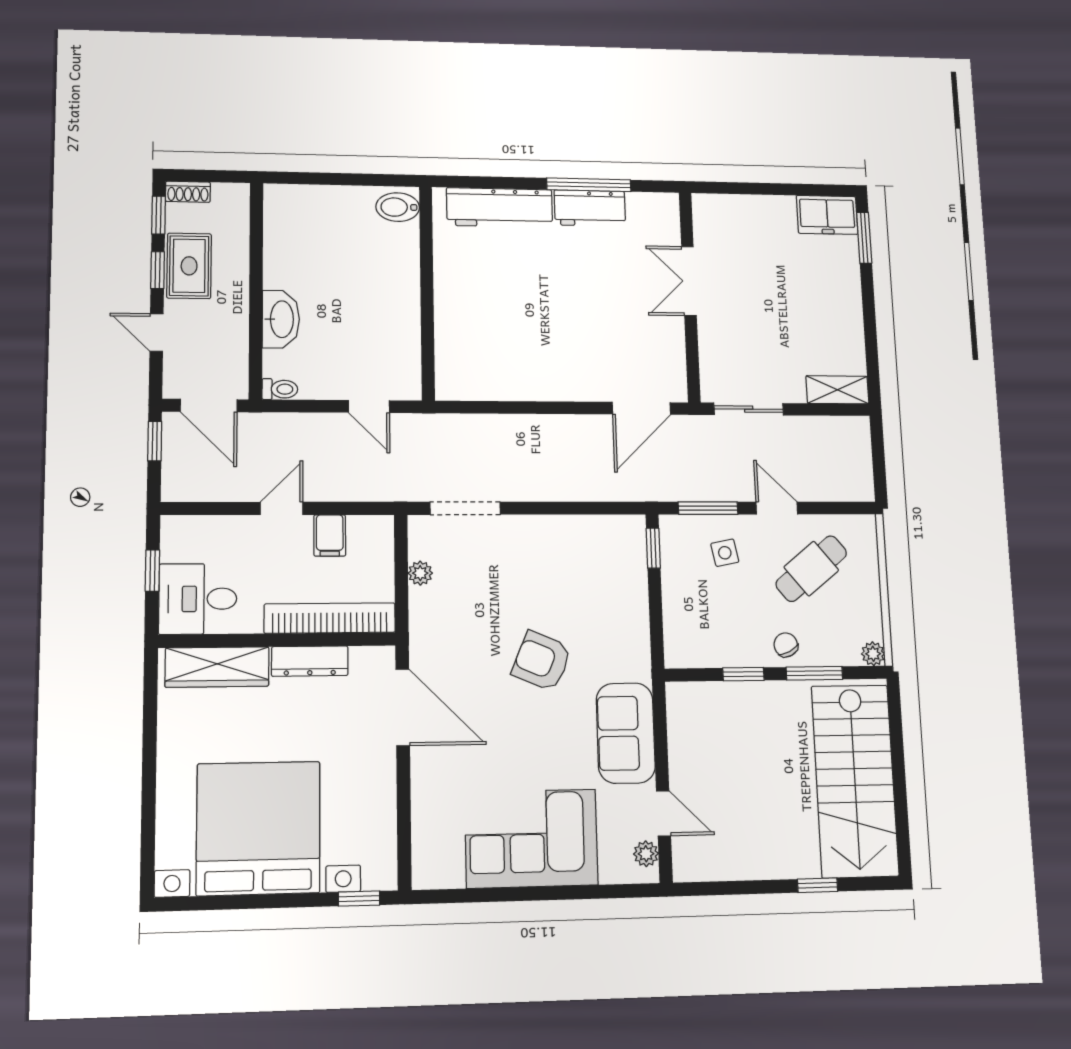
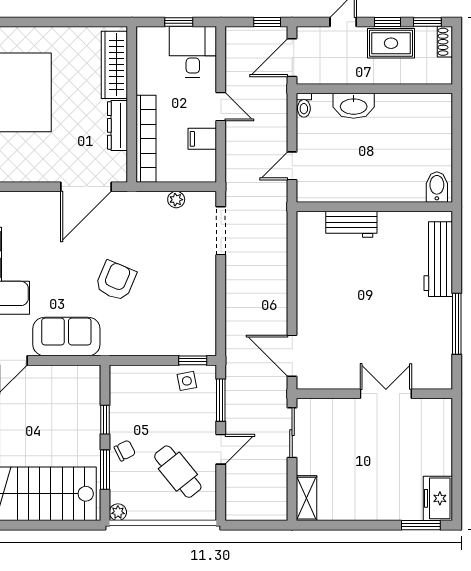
workbench: (590, 208) -> (351, 224), moved, turned -90
side table: (725, 553) -> (187, 381), moved
desk: (198, 599) -> (193, 52), moved

